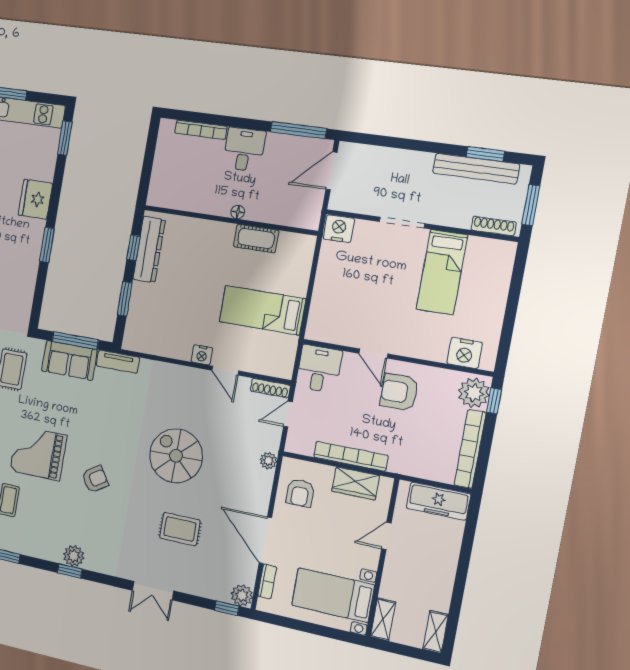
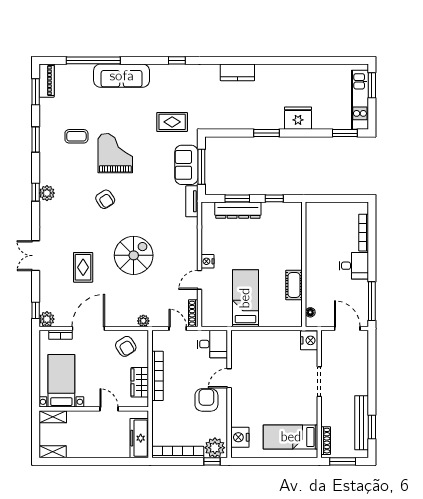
floor lamp: (238, 212) -> (310, 312), moved
dresser: (149, 250) -> (238, 210), moved
bed: (442, 272) -> (291, 437), moved
armchair: (300, 493) -> (126, 346), turned -122

